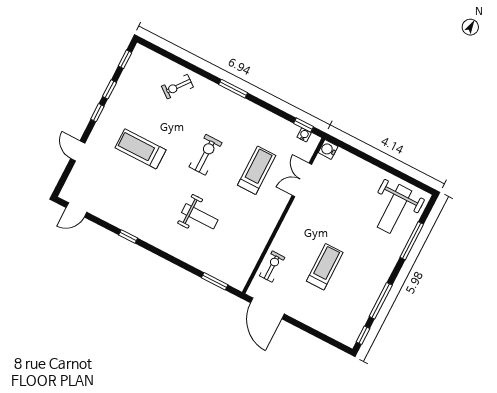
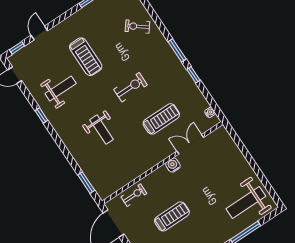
window: (97, 113) -> (17, 48), moved
window: (304, 125) -> (193, 75), moved
treadmill: (141, 149) -> (86, 57), turned 180
water cooler: (328, 150) -> (173, 165), moved
weight bench: (133, 197) -> (61, 89), added

